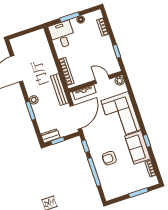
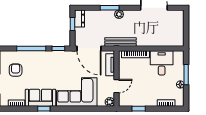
desk: (62, 35) -> (162, 63), moved, turned -90
armchair: (109, 158) -> (16, 70), moved

